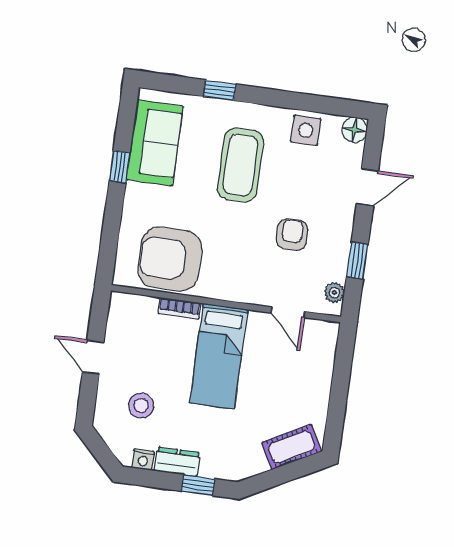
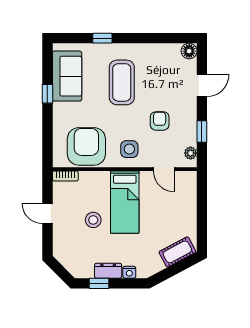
side table: (306, 130) -> (129, 149), moved
armchair: (170, 259) -> (86, 146), turned 90
bookcase: (180, 308) -> (65, 176), moved
stool: (141, 406) -> (93, 220), moved
nightstand: (143, 460) -> (129, 272), moved
window: (198, 485) -> (99, 283), moved

